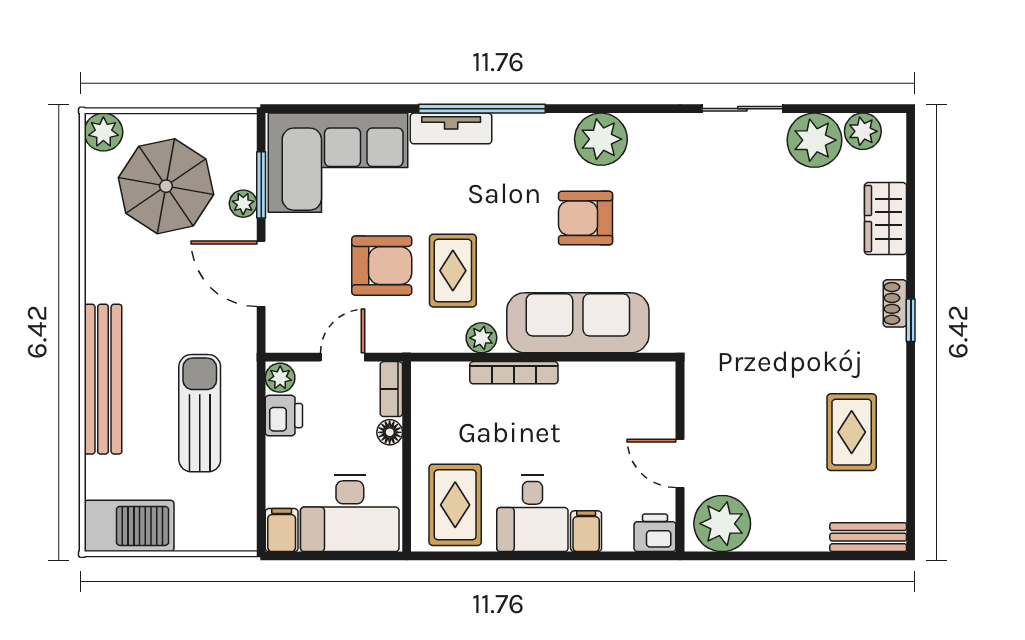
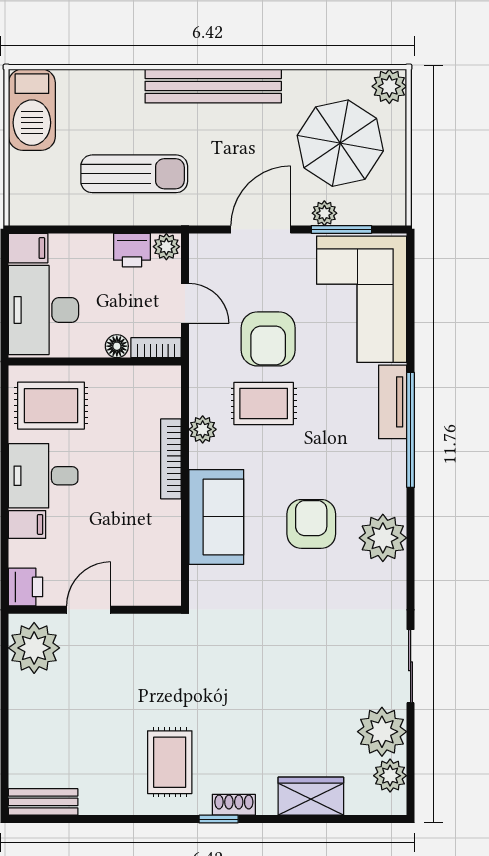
sofa: (578, 323) -> (216, 517), width x0.73
bench: (103, 379) -> (213, 86), moved
rug: (852, 432) -> (170, 762), moved, turned 90
bench: (868, 537) -> (43, 802), moved, turned 90

